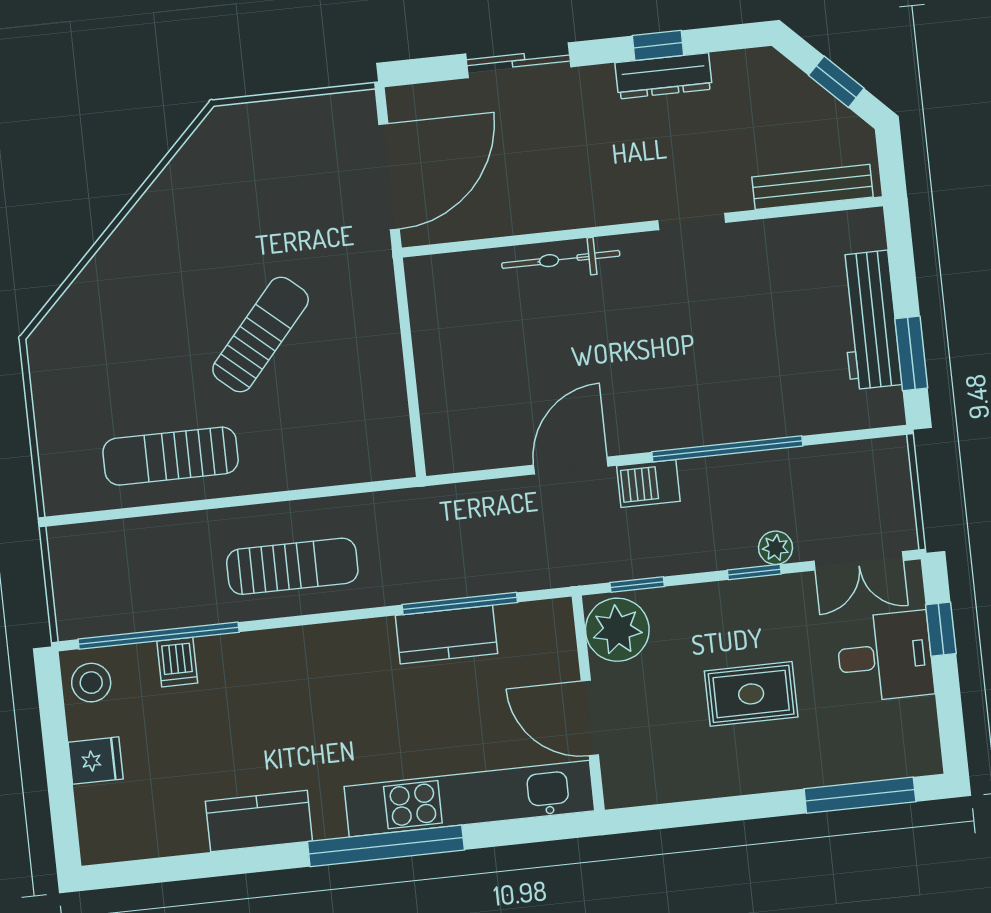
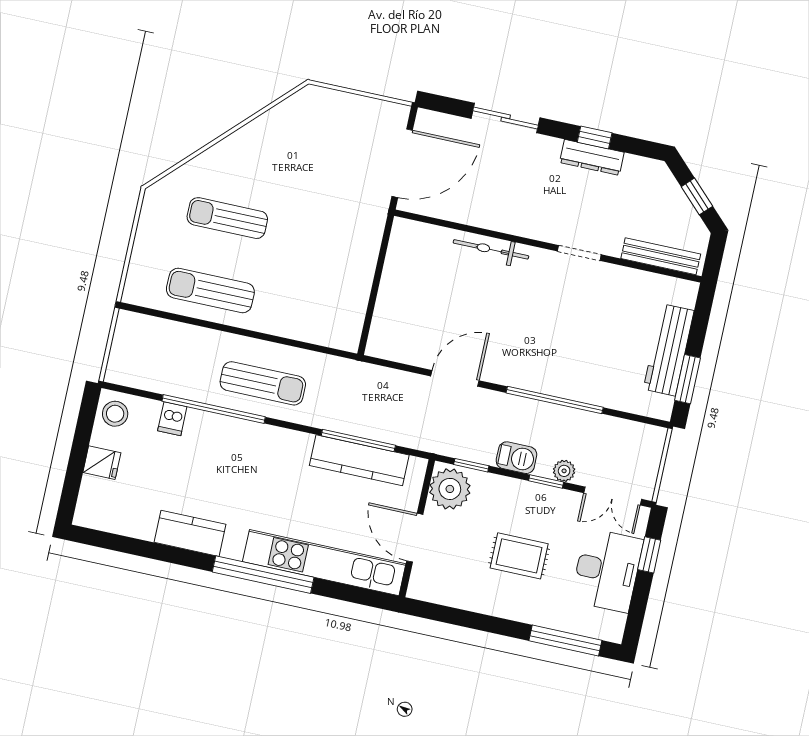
sun lounger: (261, 334) -> (227, 218), moved, turned -131
barbecue: (648, 484) -> (516, 458), moved, turned 180
kitchen counter: (446, 635) -> (359, 460), width x1.50
window: (159, 636) -> (214, 409), moved
desk: (885, 656) -> (607, 570), width x1.37

